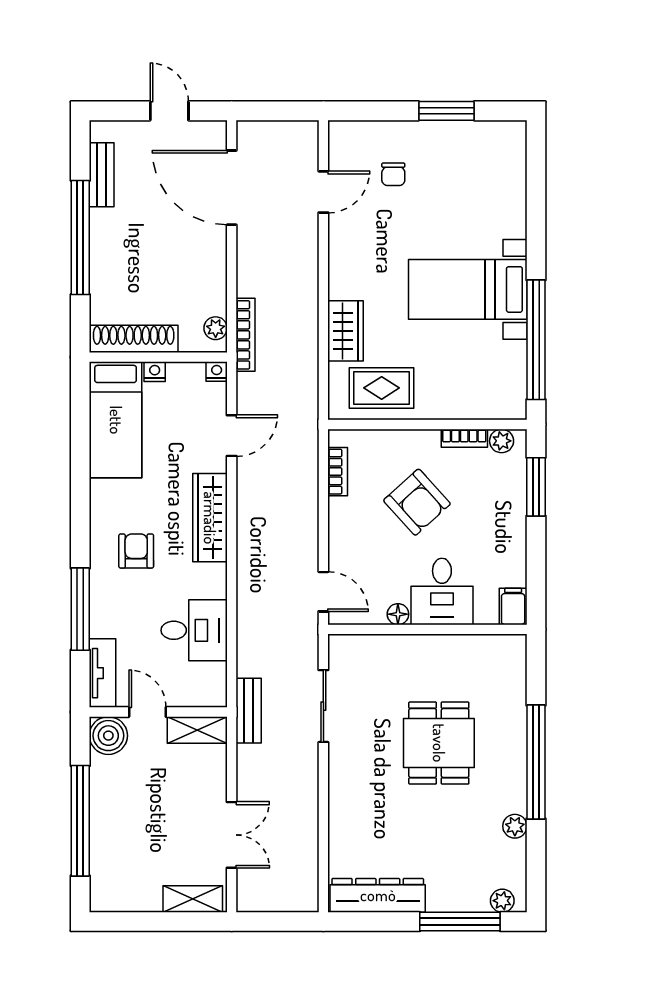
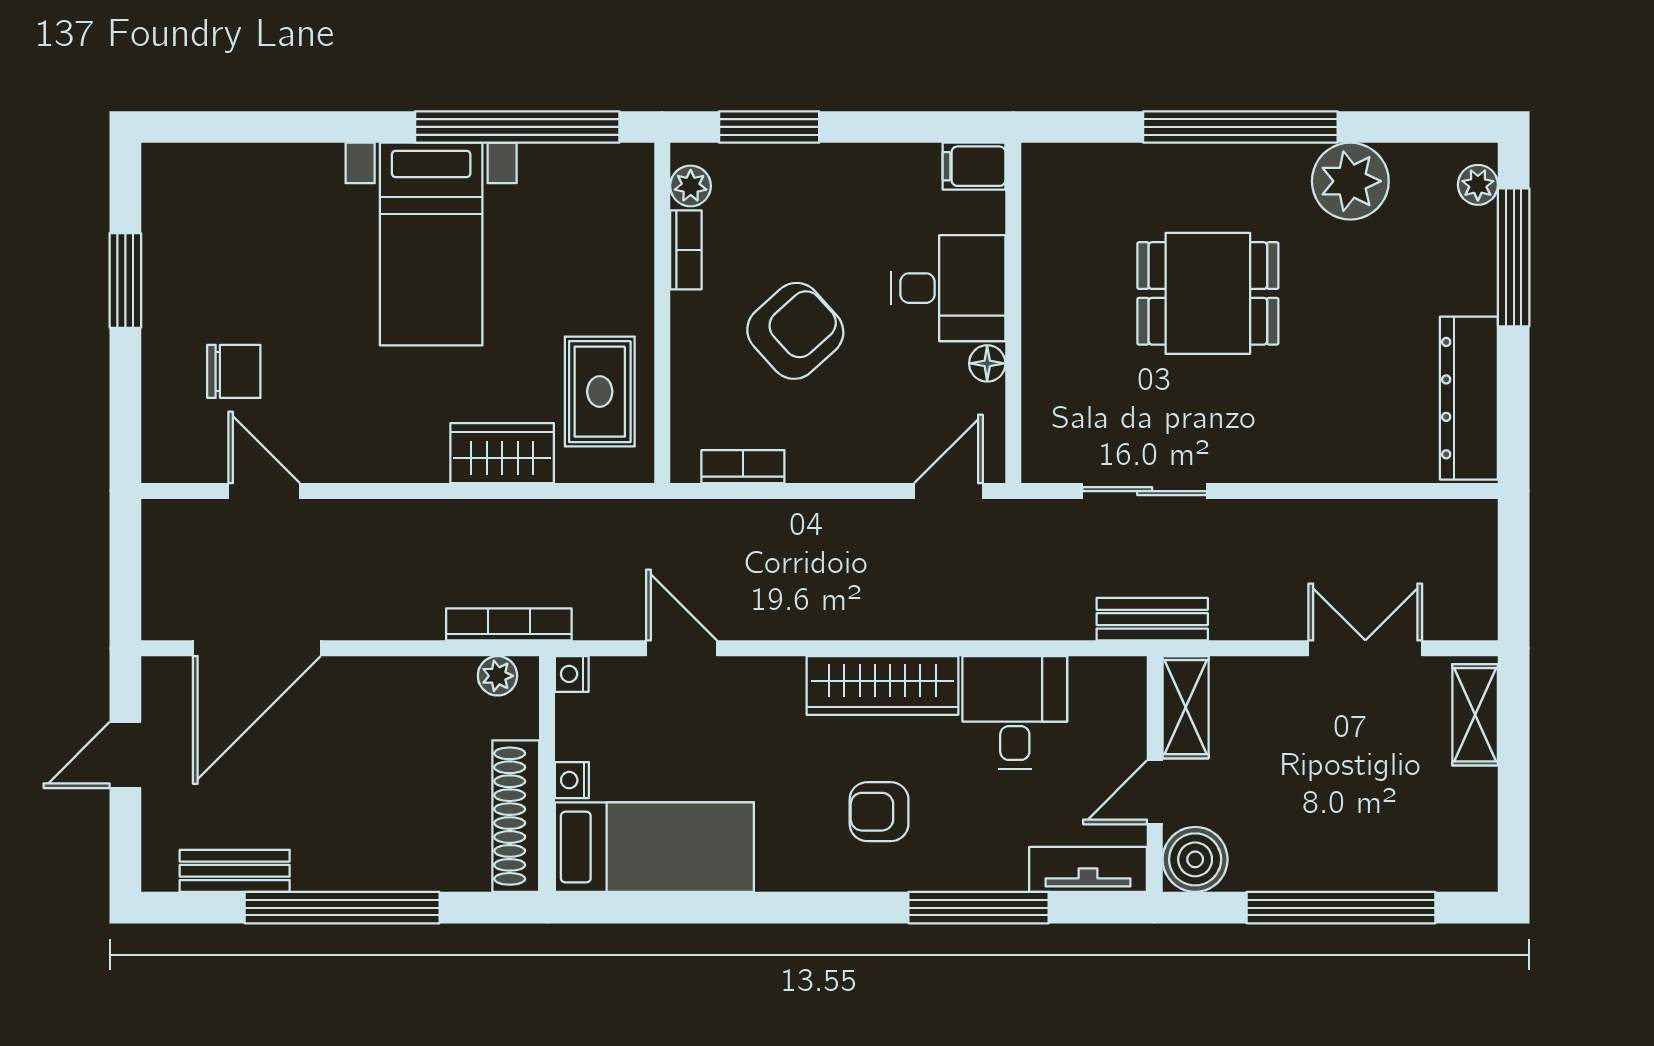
chair: (393, 174) -> (234, 371), width x1.37, depth x1.37
wardrobe: (210, 518) -> (882, 685), moved
plant: (515, 826) -> (1350, 181), width x1.87, depth x1.87

